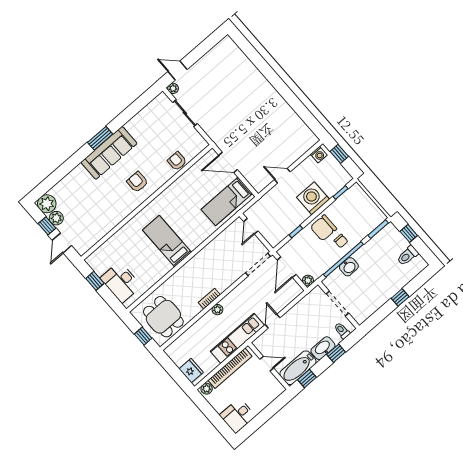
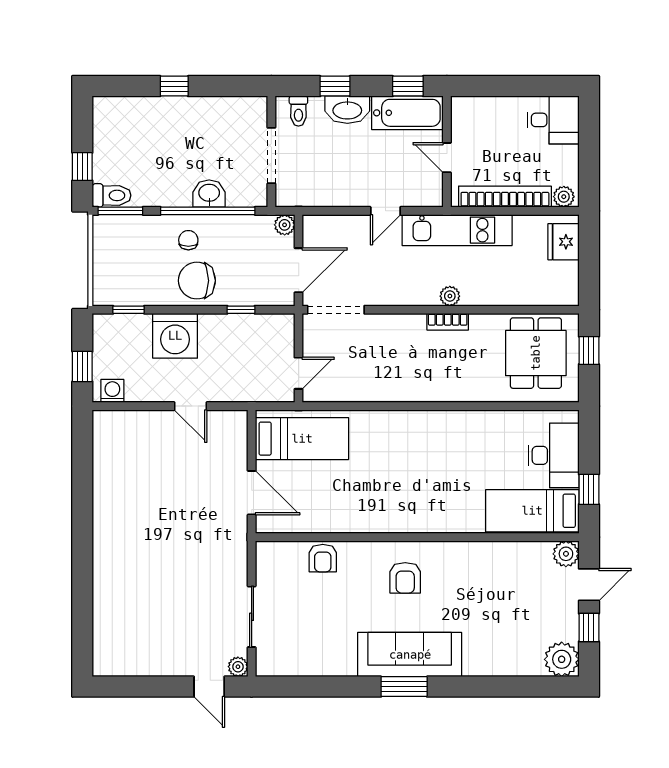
plant: (56, 218) -> (566, 554), moved
chair: (323, 228) -> (197, 281), turned 180
bed: (167, 241) -> (532, 511), moved, turned 90
toilet: (408, 256) -> (112, 195), moved

